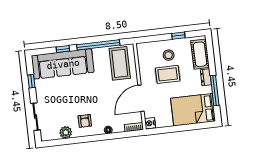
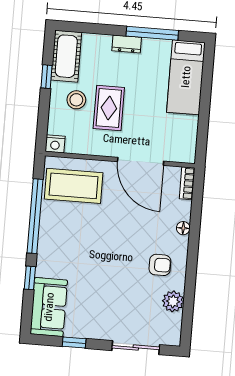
cot: (200, 54) -> (66, 56), moved, turned 90
sofa: (63, 64) -> (49, 307), width x0.54, depth x0.79
bed: (193, 110) -> (186, 77), width x0.67
nightstand: (150, 123) -> (55, 144), moved

